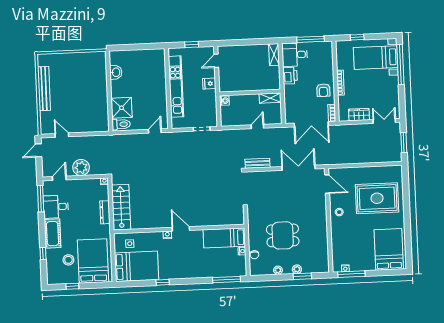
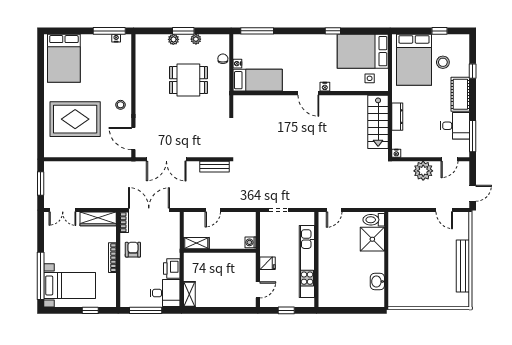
wardrobe: (359, 115) -> (98, 219), width x1.50
window: (302, 276) -> (183, 31), moved

